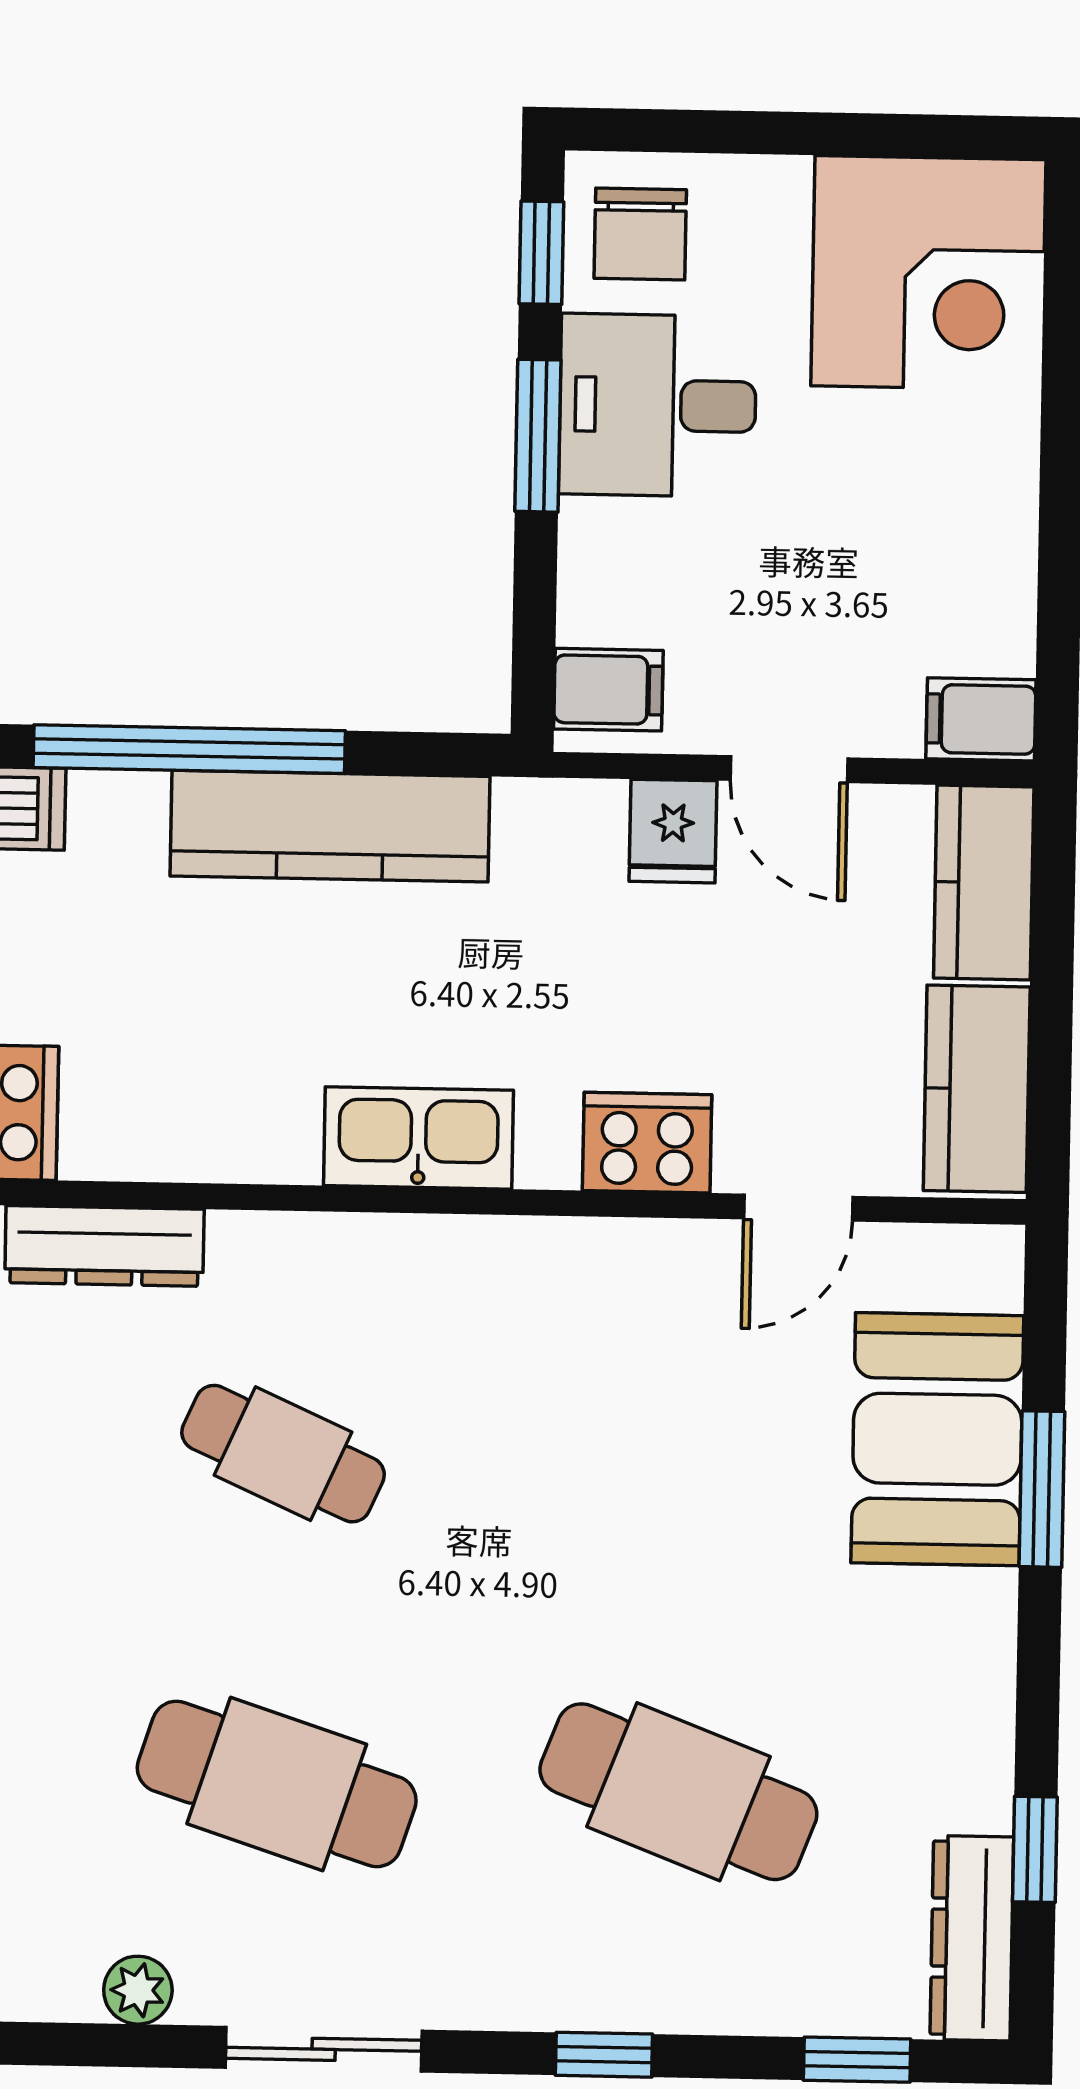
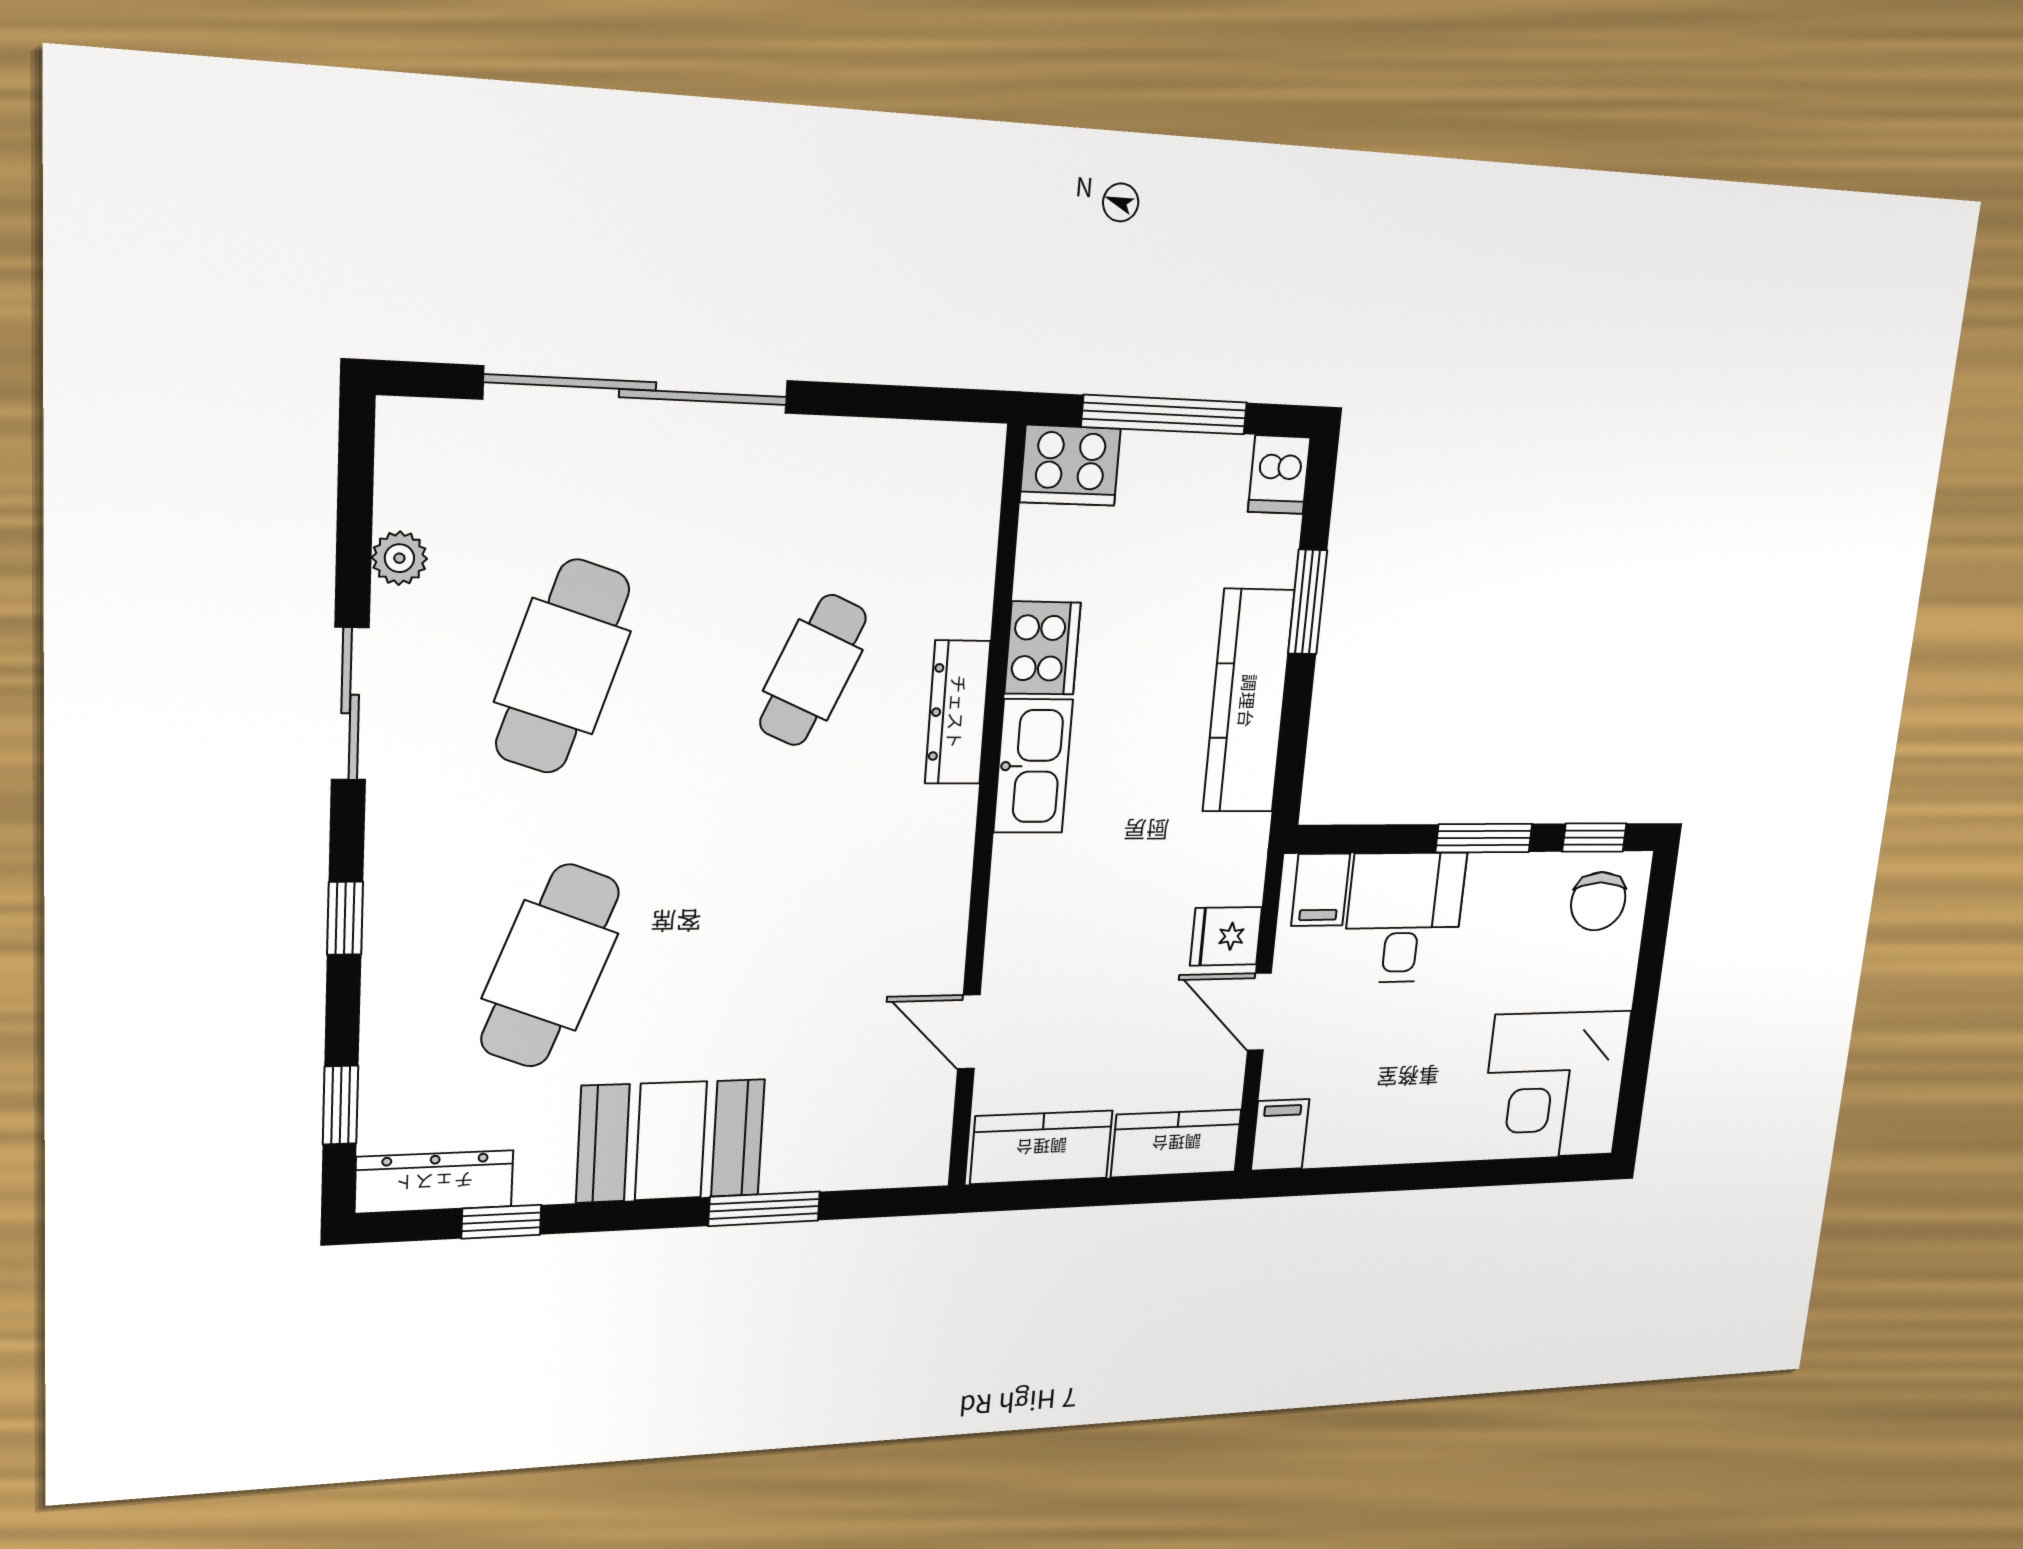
chair: (640, 234) -> (1598, 901), turned -90
desk: (658, 405) -> (1404, 918), moved
window: (189, 749) -> (1308, 602), width x0.47
door: (789, 769) -> (1259, 1012), hinge flipped
cooker: (647, 1143) -> (1043, 648), moved
dresser: (104, 1246) -> (957, 712), moved
booth: (937, 1439) -> (671, 1141), moved

